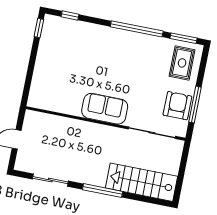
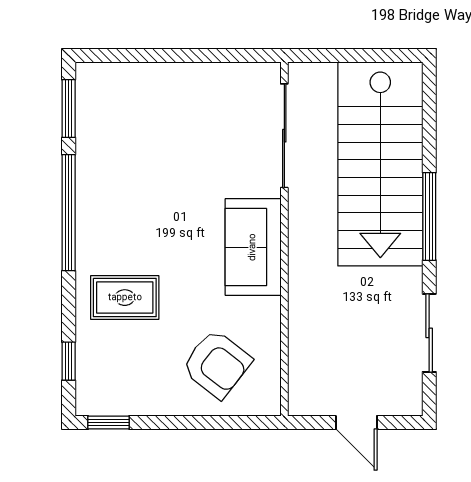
rug: (182, 63) -> (125, 298), moved
window: (195, 105) -> (206, 55), removed
armchair: (177, 106) -> (217, 364), moved, turned -142
stairs: (142, 182) -> (380, 164), width x1.36, depth x1.51

